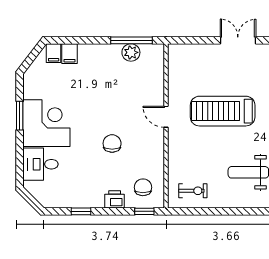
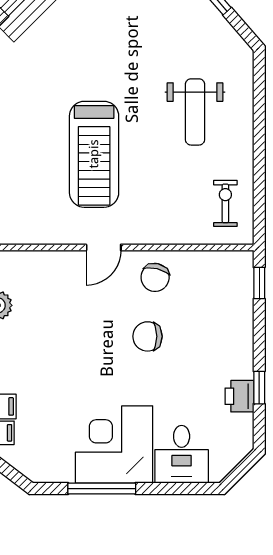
window: (20, 116) -> (102, 489), width x1.44
chair: (143, 187) -> (155, 277), moved, turned -76
printer: (115, 199) -> (239, 396), moved

